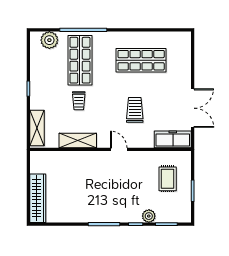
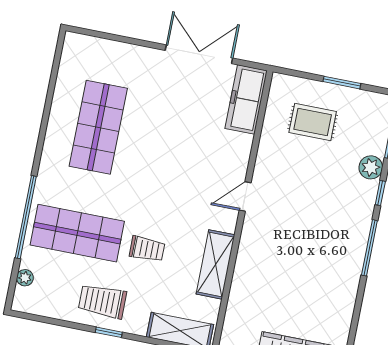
plant: (49, 40) -> (25, 278), width x0.53, depth x0.53
trolley: (135, 110) -> (102, 301), moved

